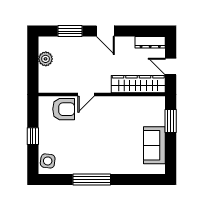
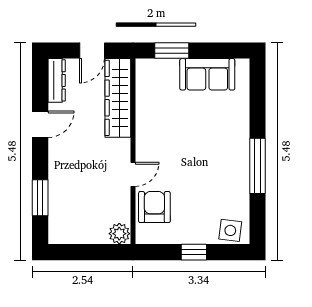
door: (105, 31) -> (40, 124), moved
plant: (46, 59) -> (119, 234), moved
door: (86, 94) -> (133, 174), hinge flipped

